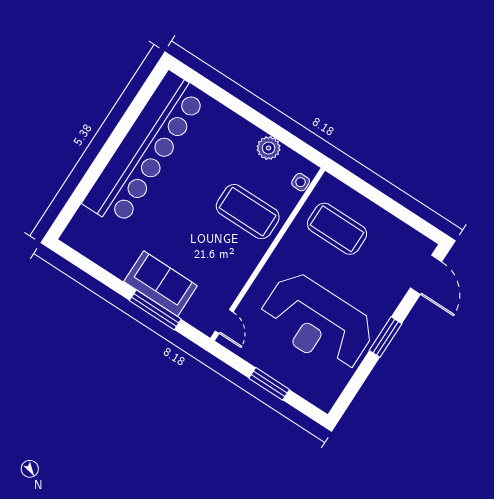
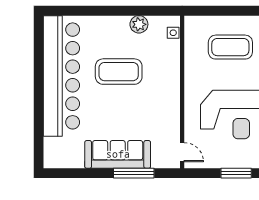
coffee table: (248, 212) -> (119, 72), moved
coffee table: (337, 229) -> (230, 47), moved
sofa: (161, 284) -> (118, 154), width x1.36

